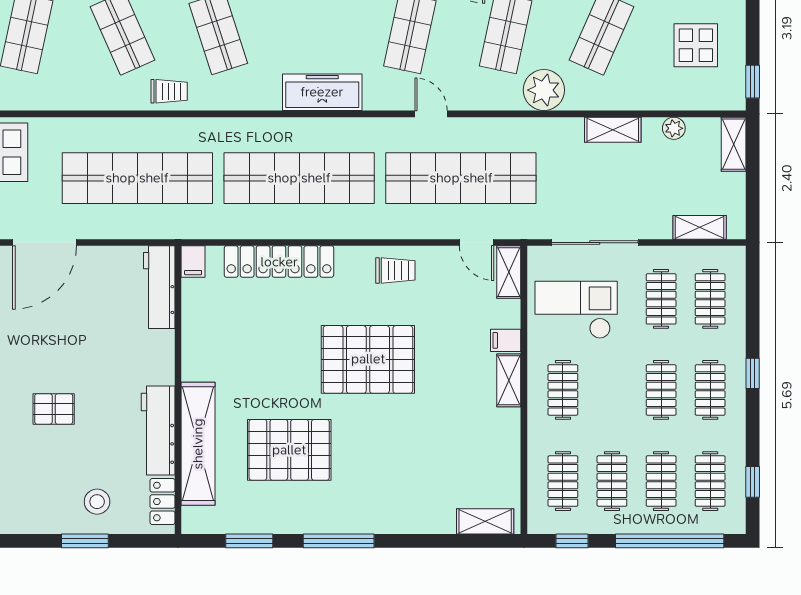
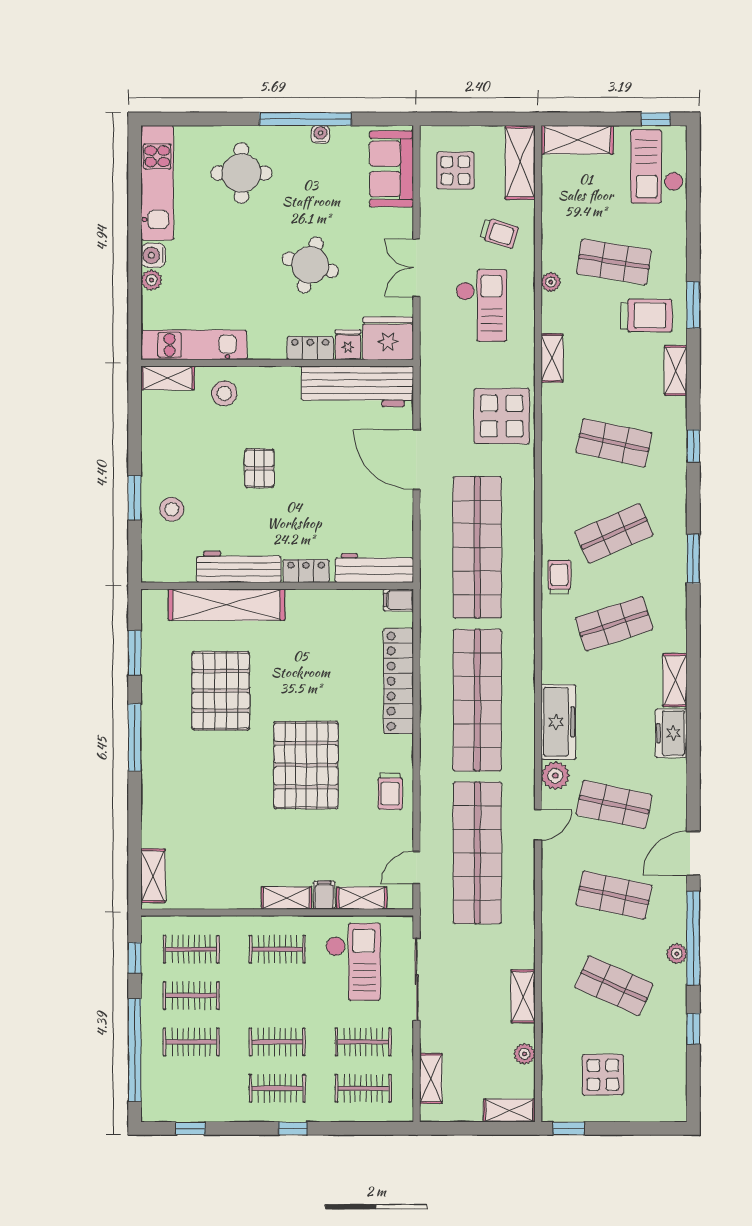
plant: (544, 90) -> (555, 776), moved, width x0.73, depth x0.73
trolley: (169, 91) -> (559, 577), turned 180
shelving: (509, 272) -> (362, 898), moved
clothes rail: (710, 481) -> (191, 1088), removed
locker: (163, 502) -> (306, 571), moved

